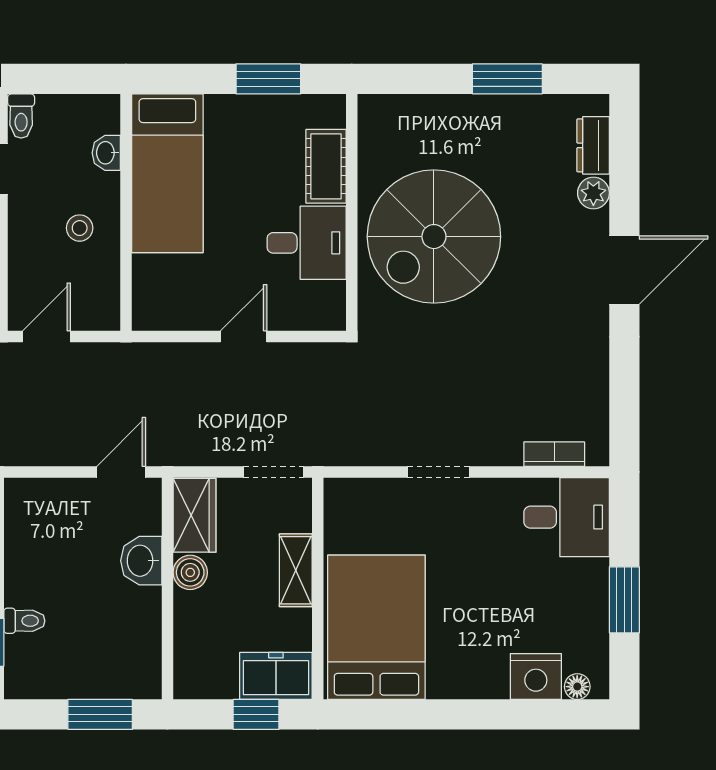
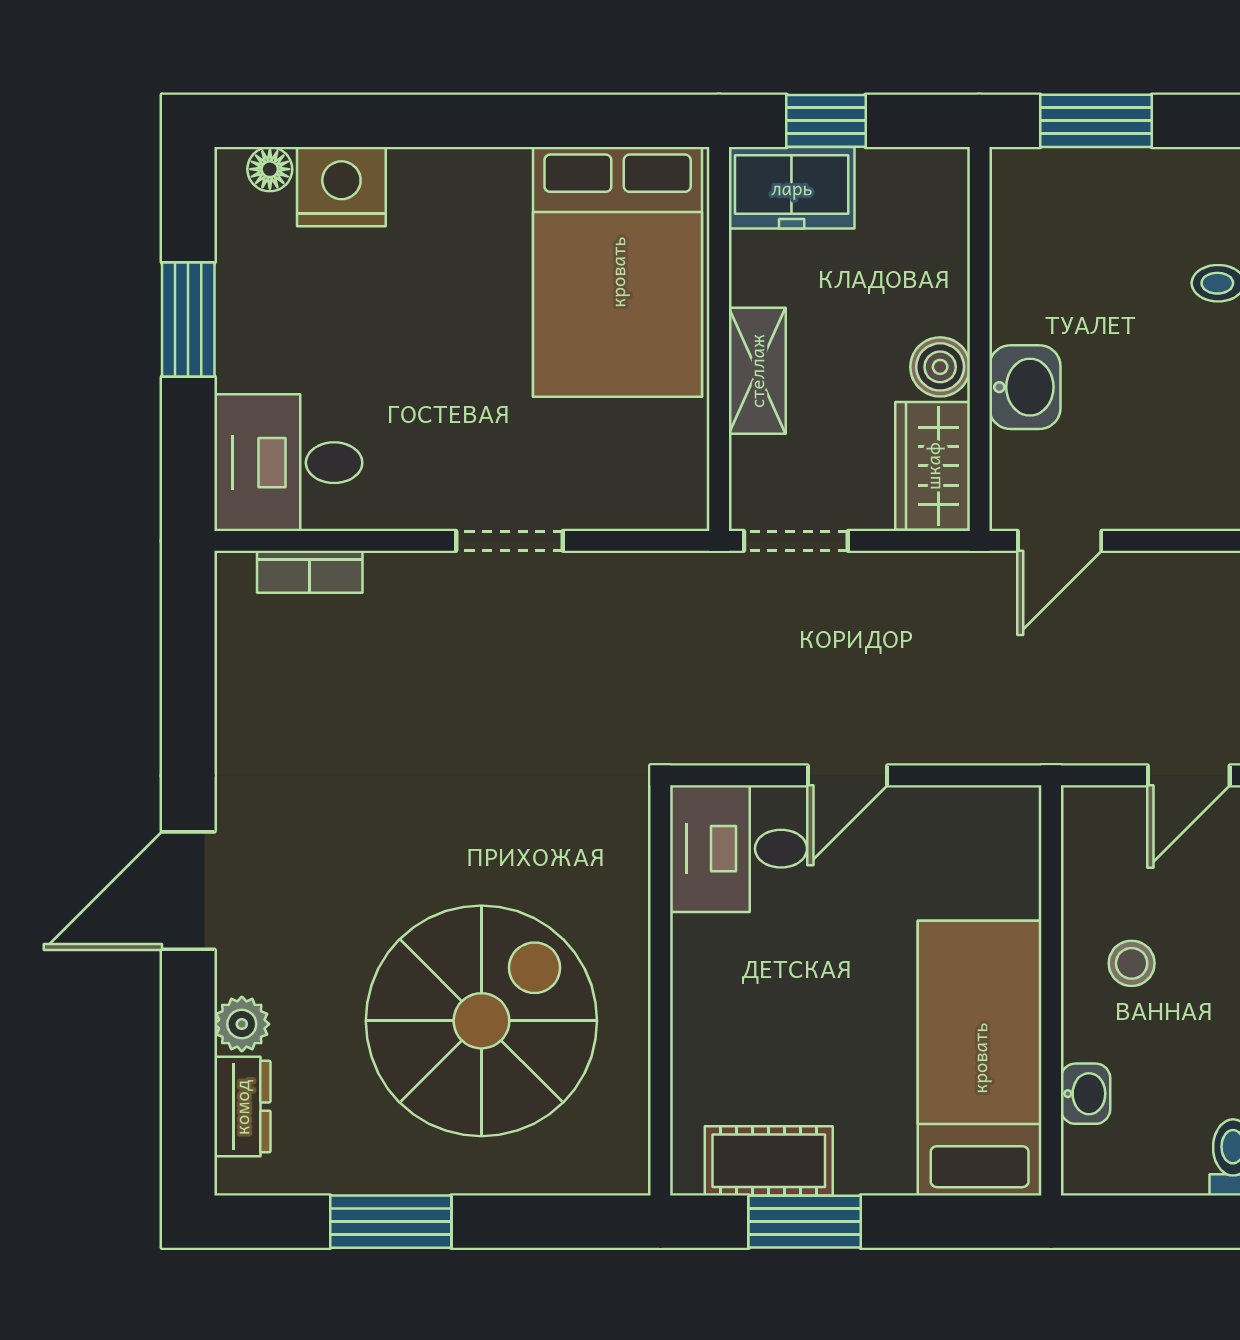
cot: (326, 166) -> (769, 1161), moved, turned 90
spiral stairs: (434, 237) -> (481, 1021), moved
desk: (307, 243) -> (739, 849), moved

